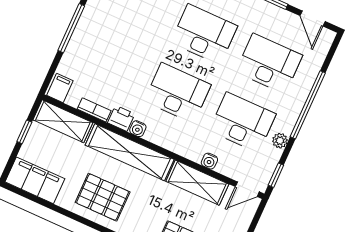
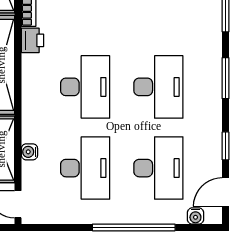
water cooler: (138, 129) -> (195, 216), moved, turned -90
plant: (280, 141) -> (84, 215), removed
window: (276, 175) -> (46, 227), removed

